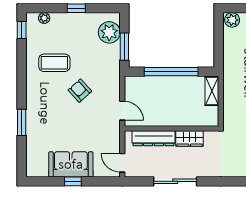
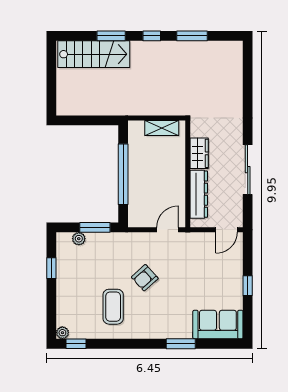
window: (76, 8) -> (51, 268), moved
plant: (44, 18) -> (62, 333), moved
plant: (232, 20) -> (65, 105), removed
plant: (109, 32) -> (79, 239), width x0.53, depth x0.53
shelving: (212, 91) -> (162, 128), moved
sofa: (71, 164) -> (218, 325), moved, turned 90

